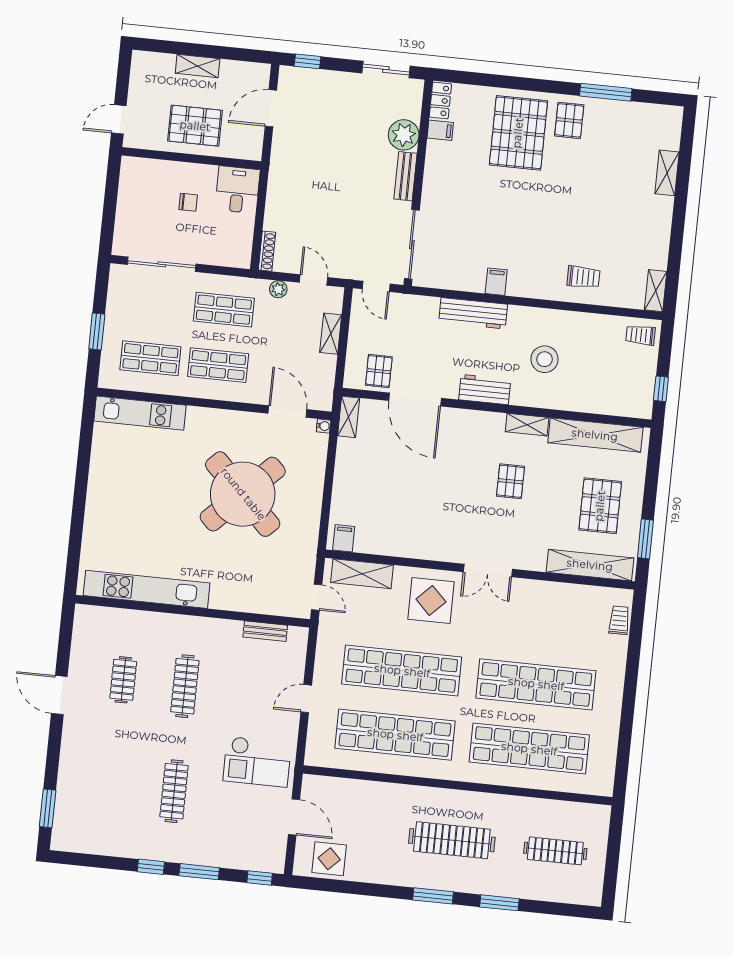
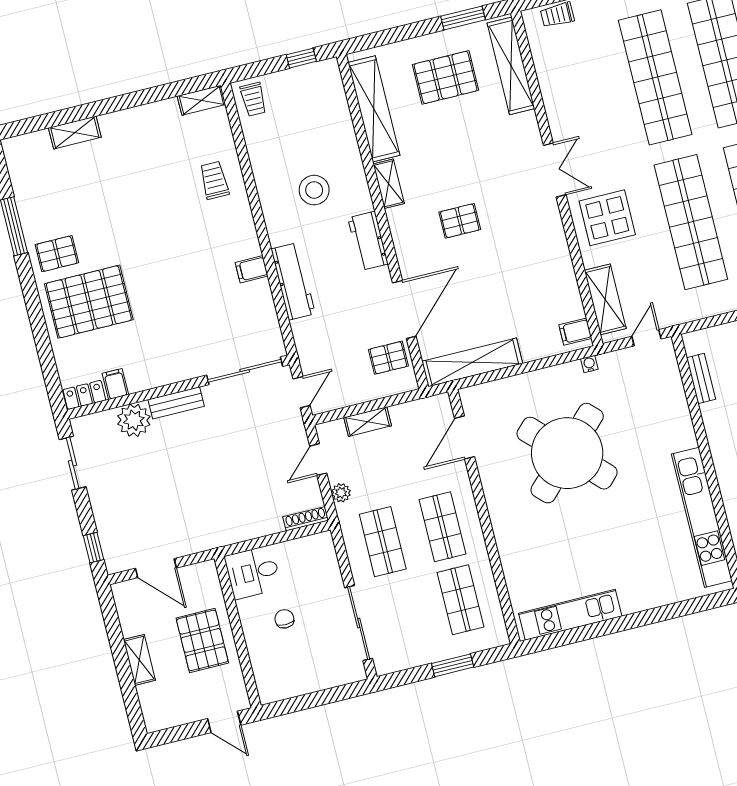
kitchen unit: (140, 413) -> (570, 615), moved, turned -90
shelving: (349, 417) -> (472, 362), width x2.20, depth x1.33
water cooler: (324, 426) -> (589, 364), moved
pallet: (511, 481) -> (460, 221), moved

